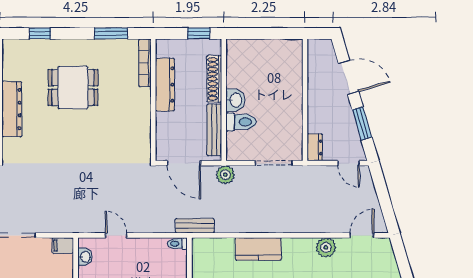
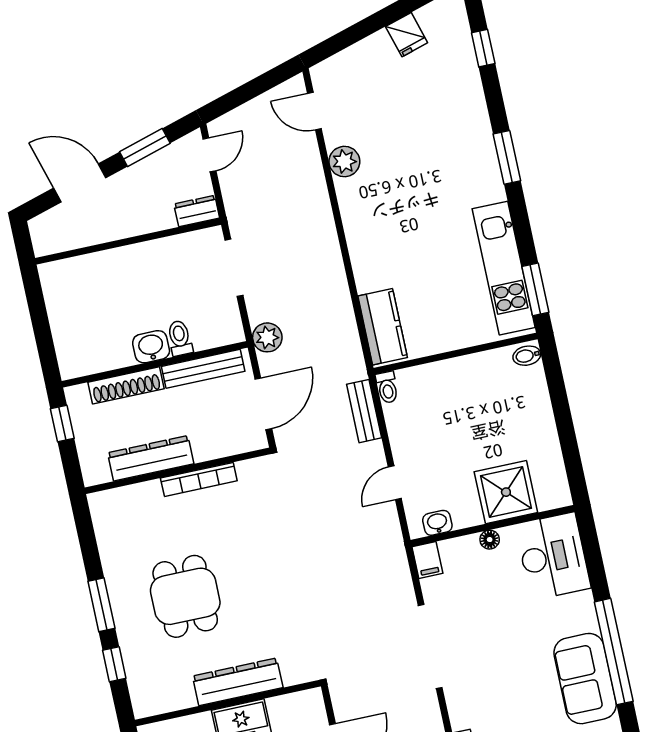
window: (111, 33) -> (101, 605), moved
bookcase: (145, 63) -> (199, 479), moved
door: (349, 77) -> (80, 183), hinge flipped
toilet: (241, 122) -> (180, 338), width x0.73, depth x0.72
bench: (195, 226) -> (364, 411), moved
kitchen counter: (258, 249) -> (383, 327), moved

